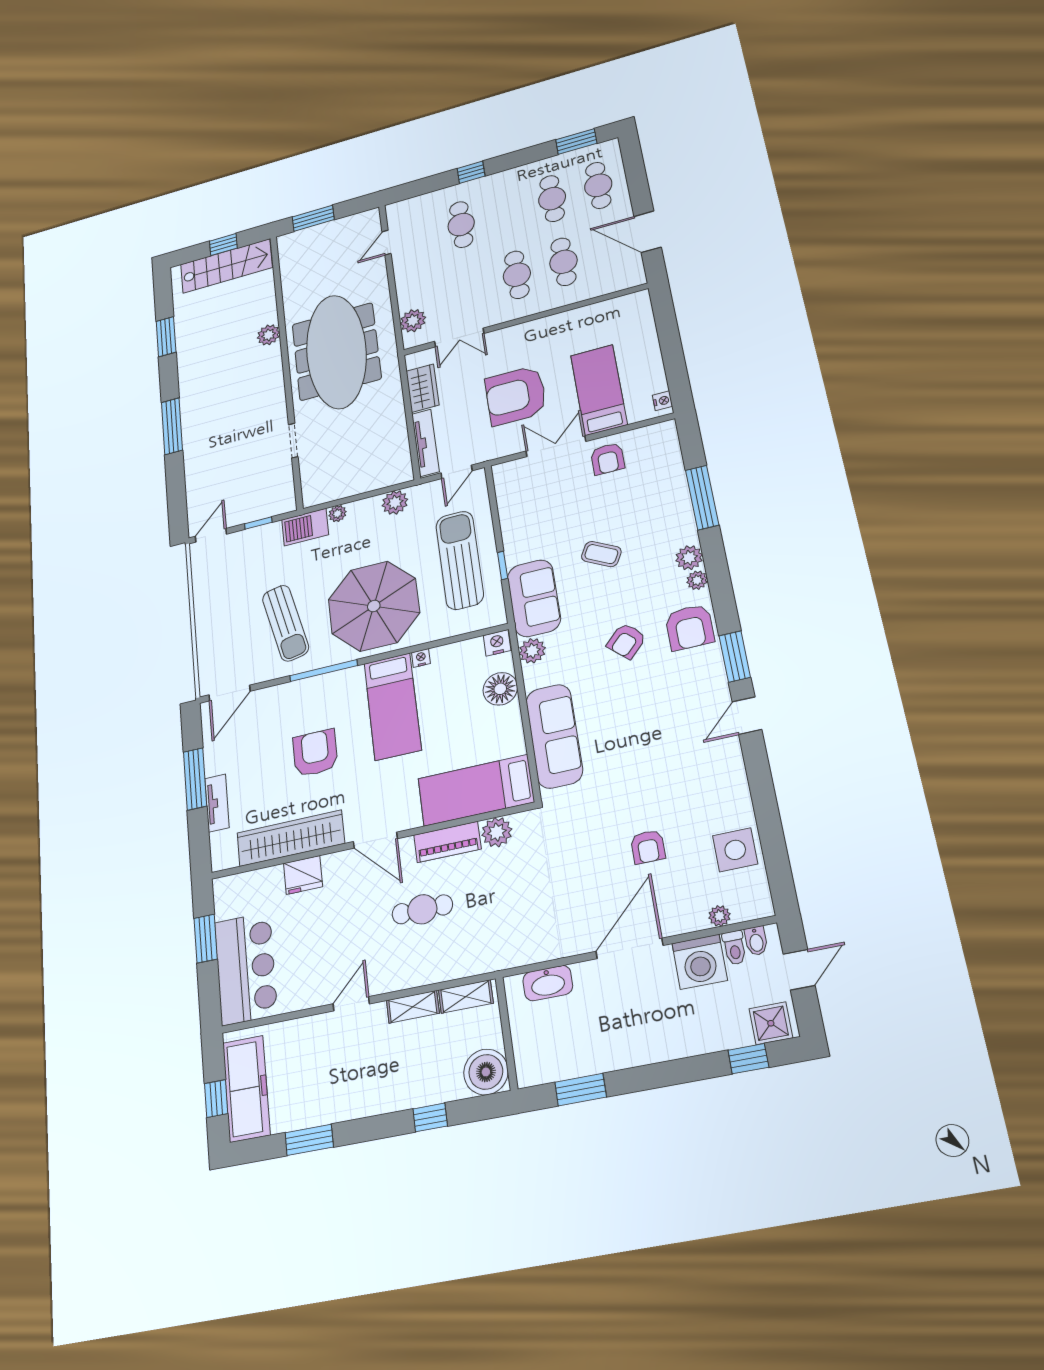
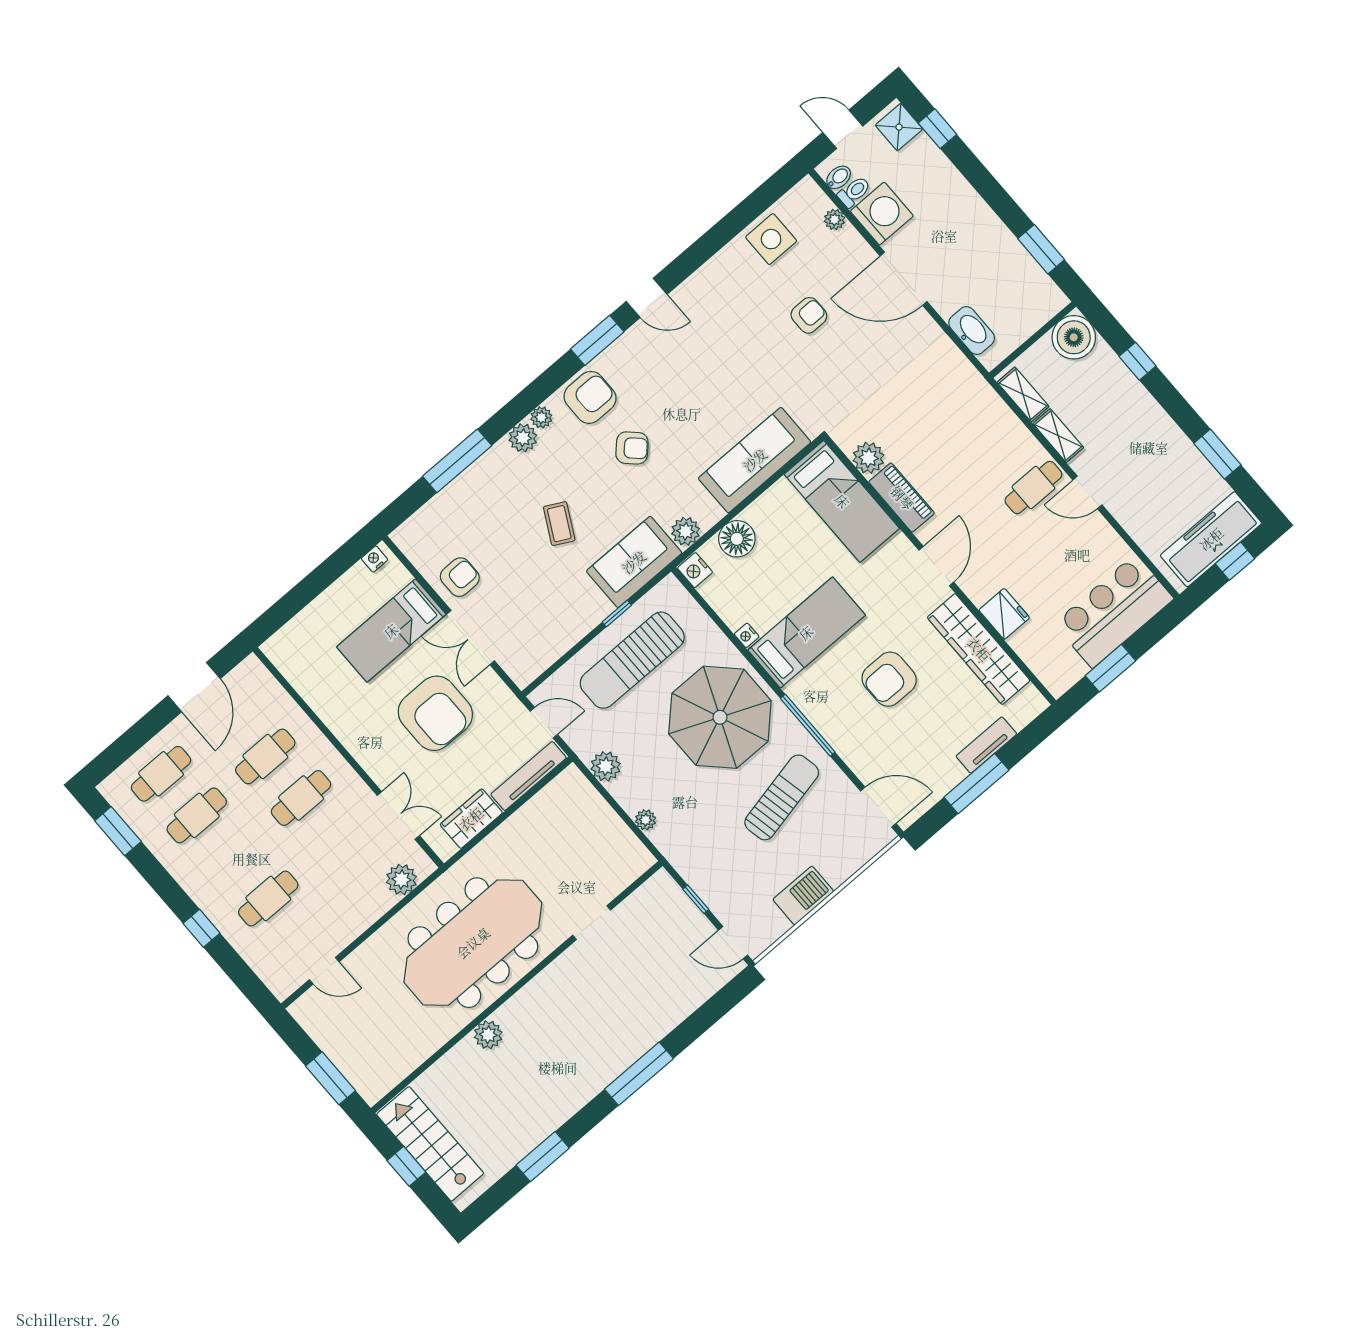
barbecue: (305, 527) -> (803, 895), moved, turned -90
cafe table: (422, 909) -> (1033, 487), moved, turned 90

